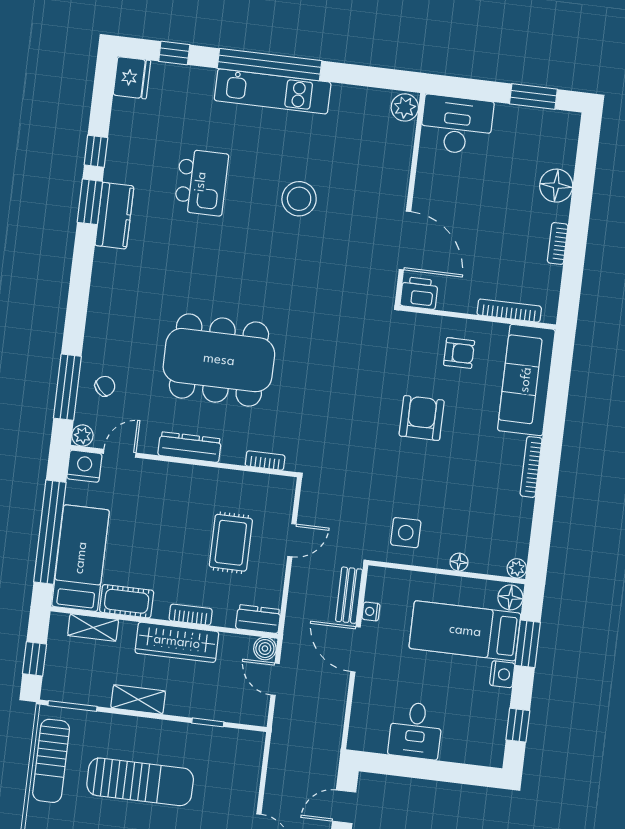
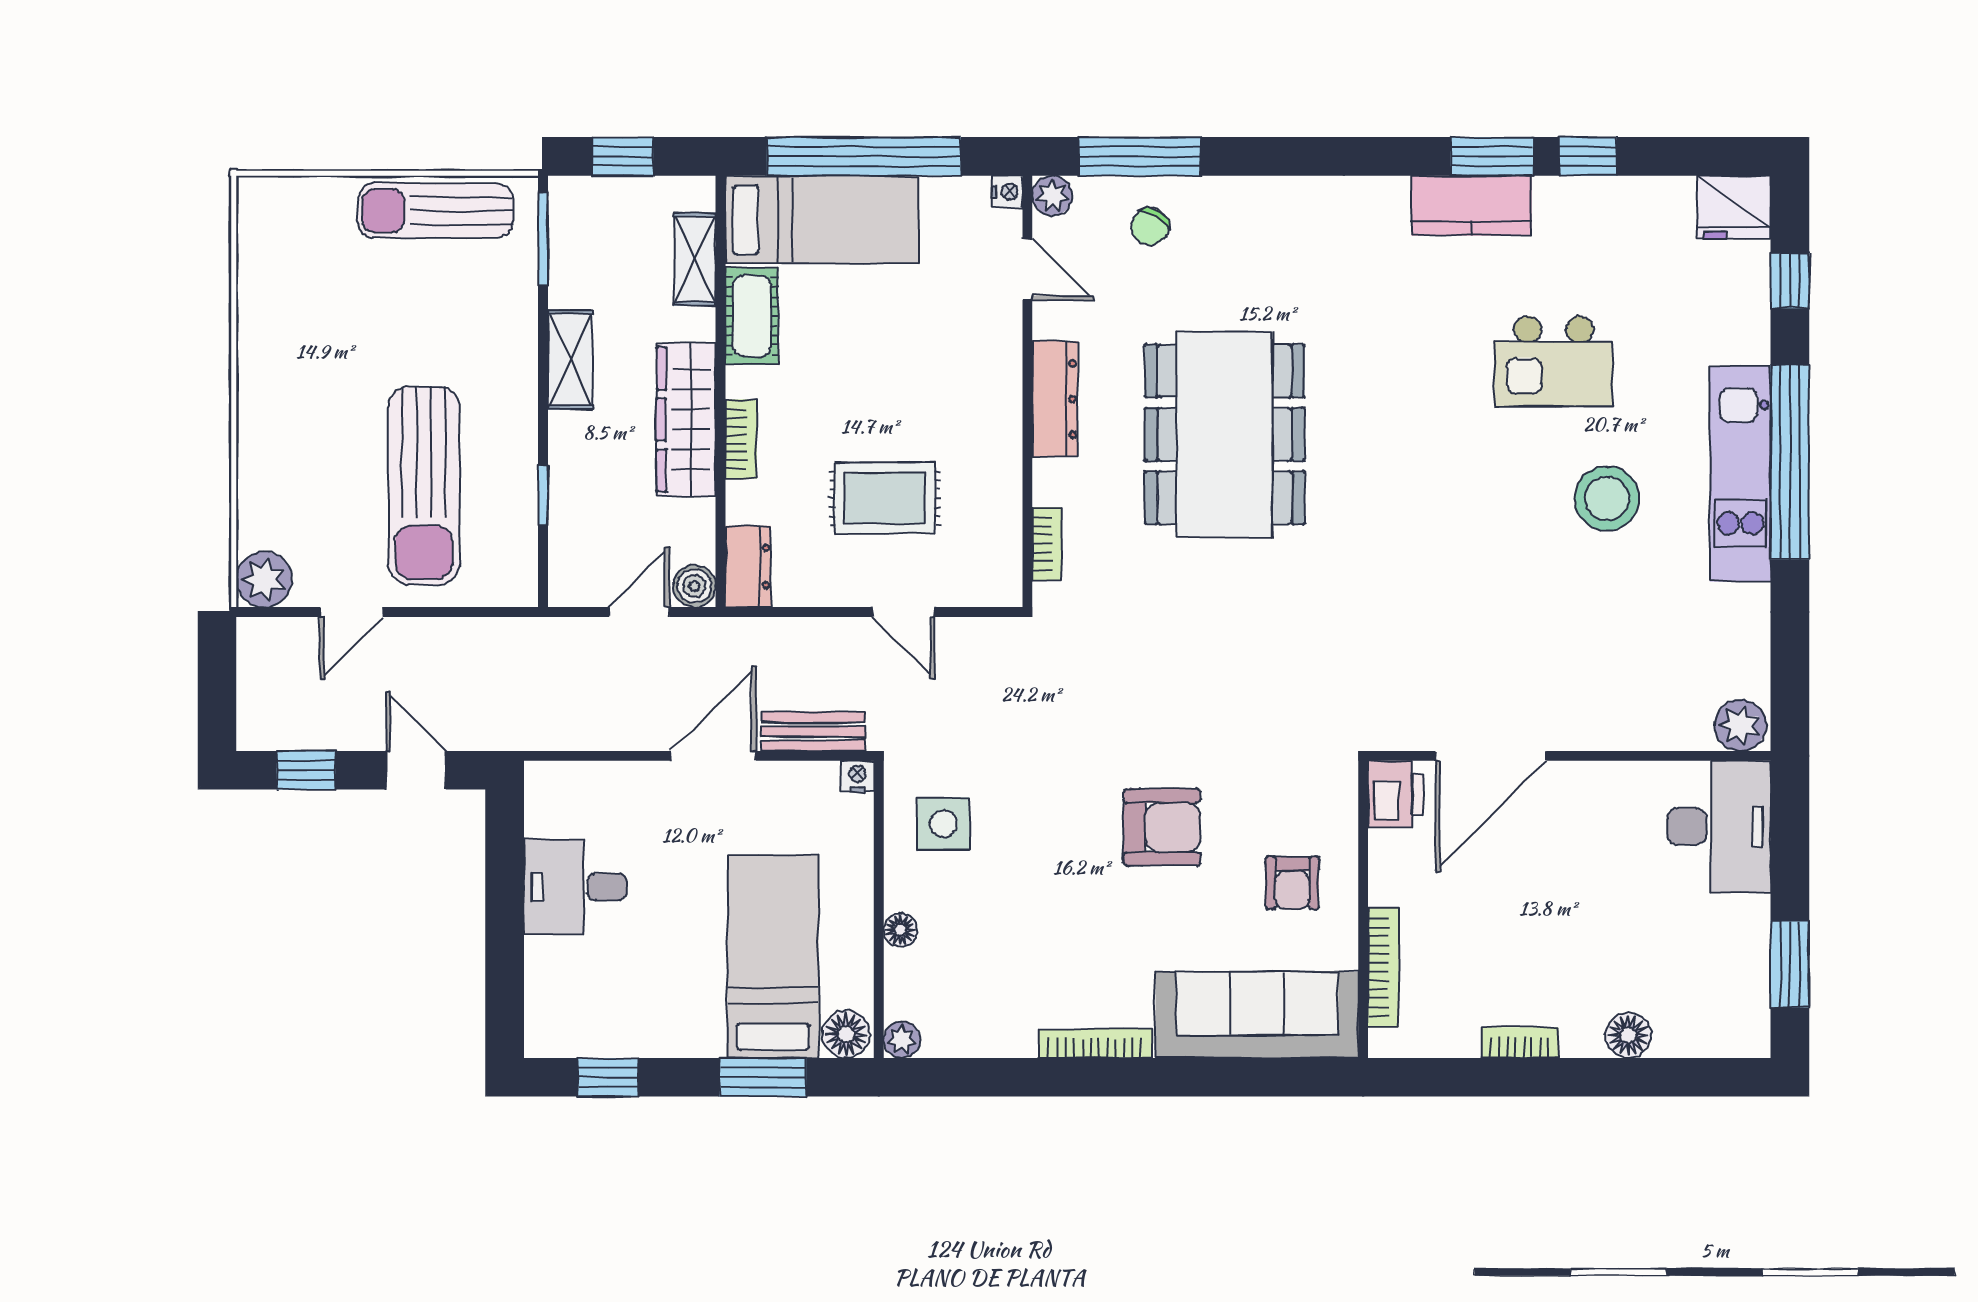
floor lamp: (556, 186) -> (1628, 1035), width x0.73, depth x0.73
stool: (299, 199) -> (1607, 498), moved
chair: (105, 386) -> (1150, 227), turned 73
nightstand: (84, 466) -> (1007, 192), width x0.53, depth x0.56
nightstand: (371, 612) -> (857, 776), moved
nightstand: (502, 674) -> (700, 1036), removed
sun lounger: (140, 782) -> (424, 486), moved

